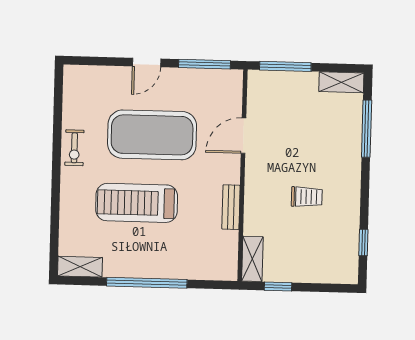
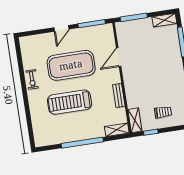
trolley: (307, 197) -> (163, 112), moved
shelving: (80, 267) -> (117, 130), moved

